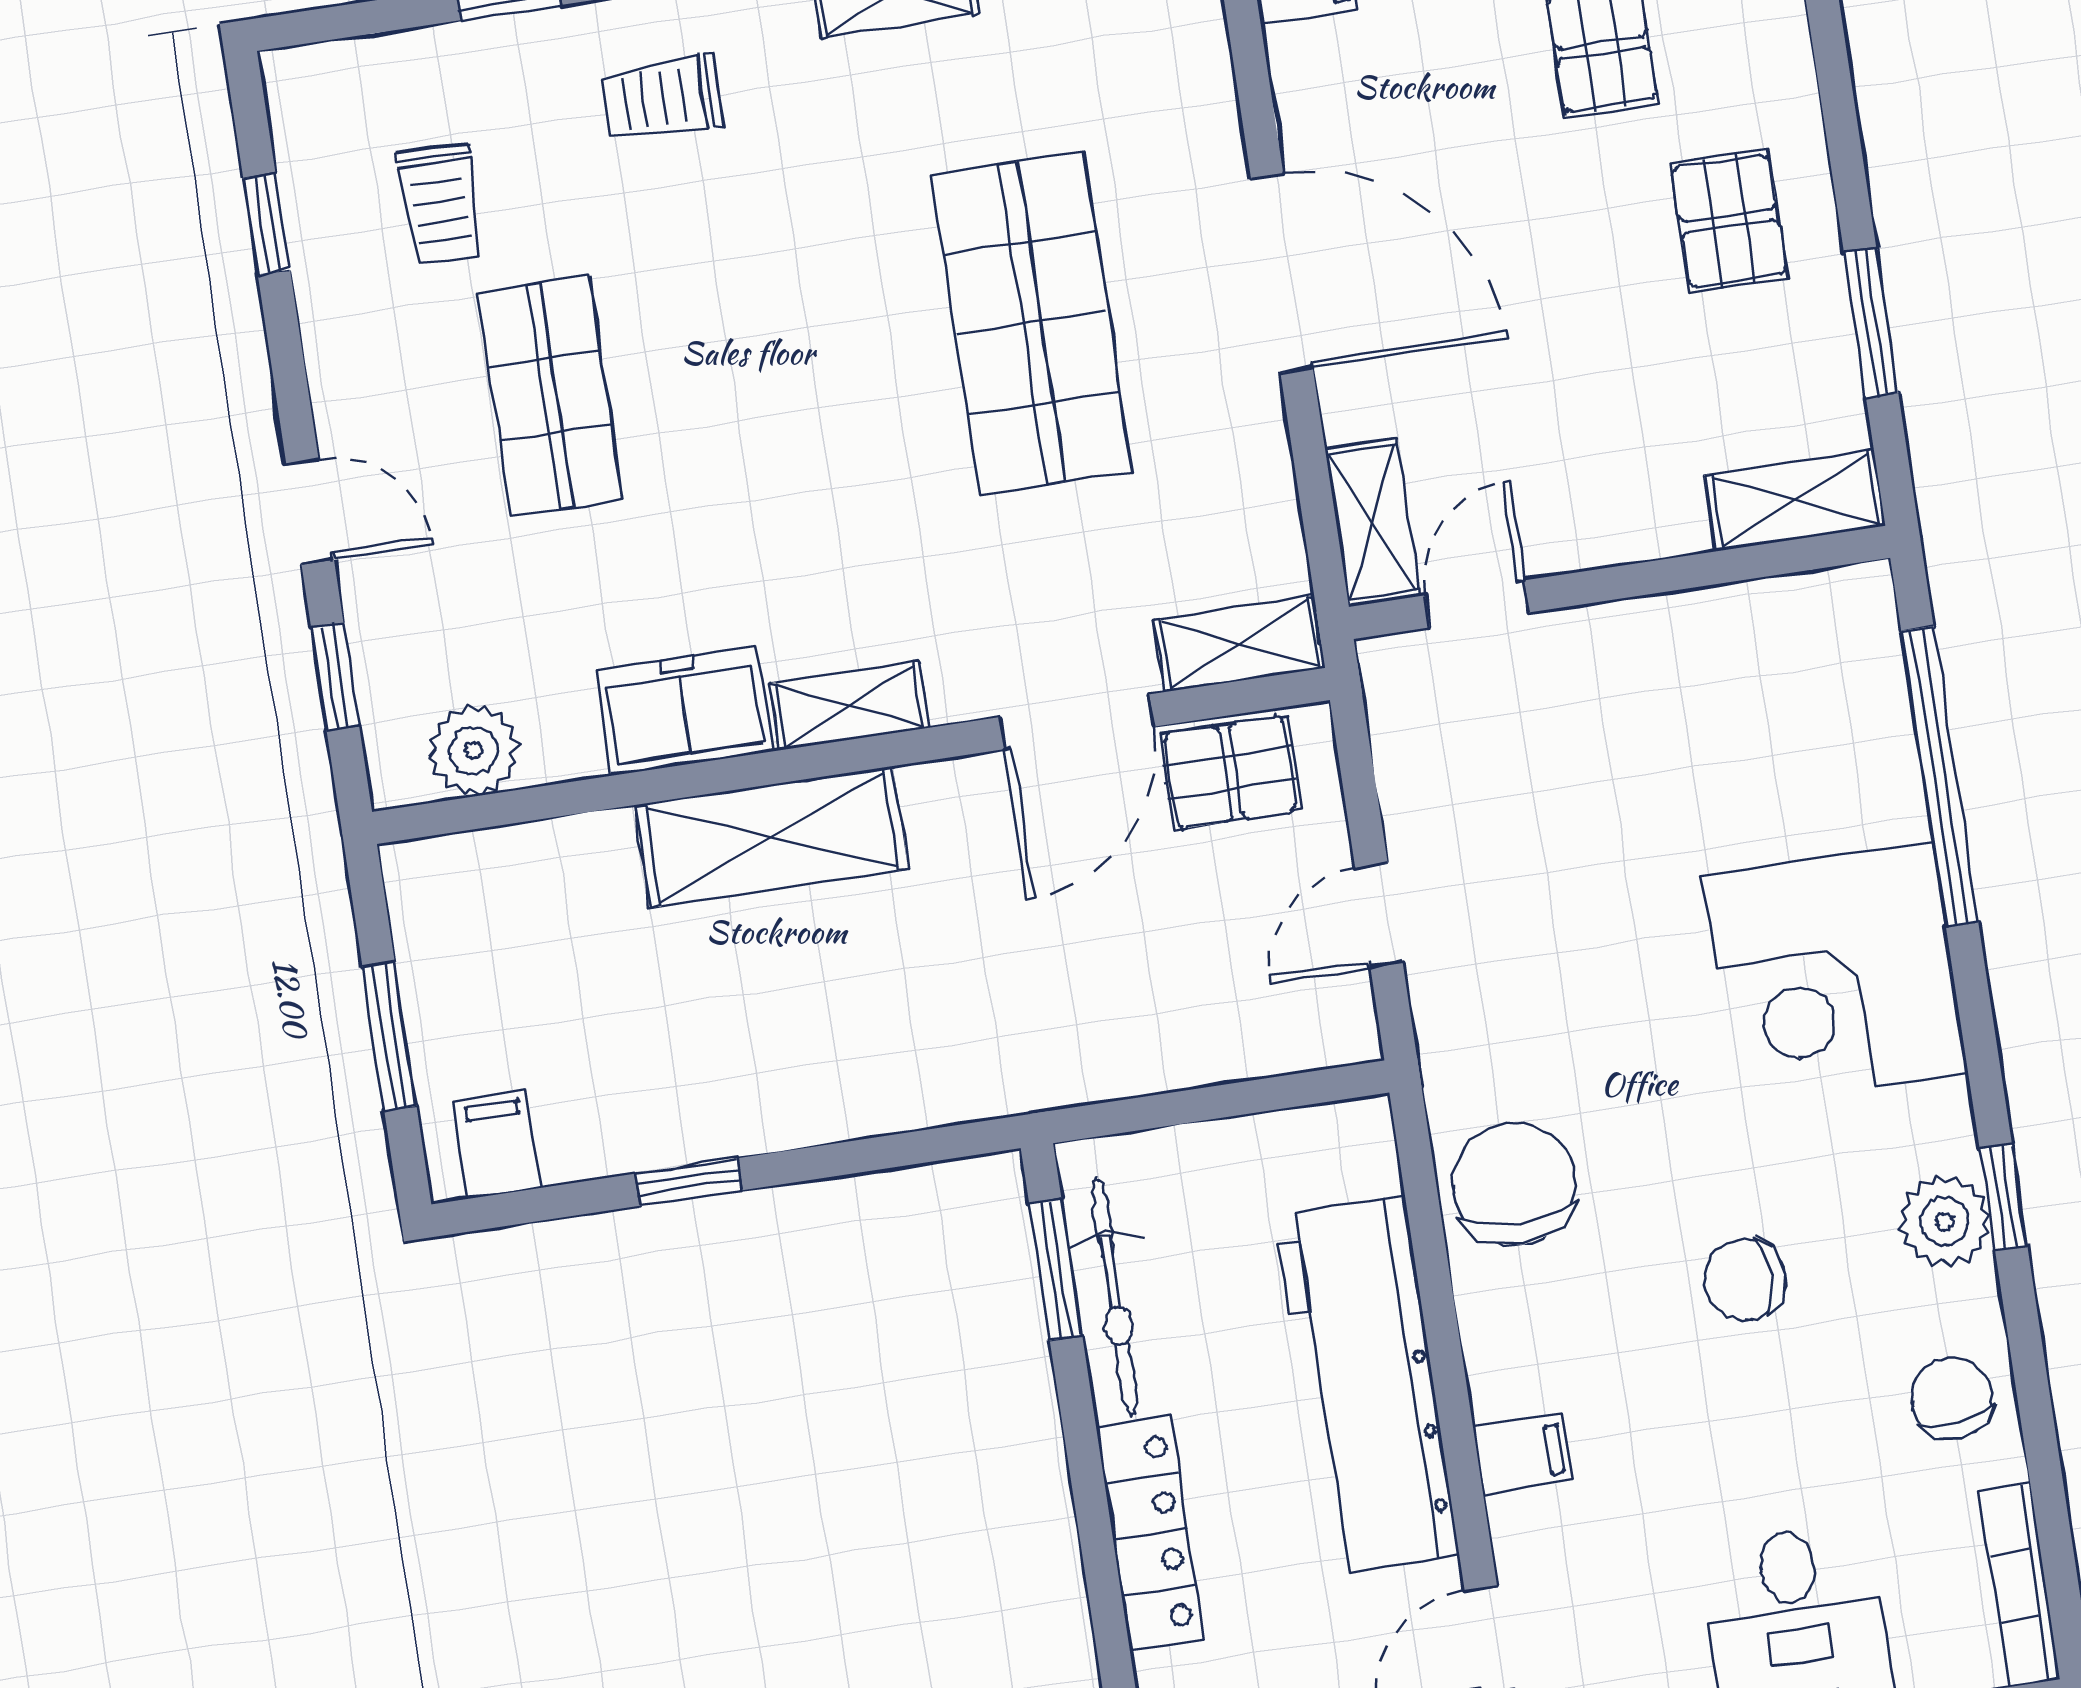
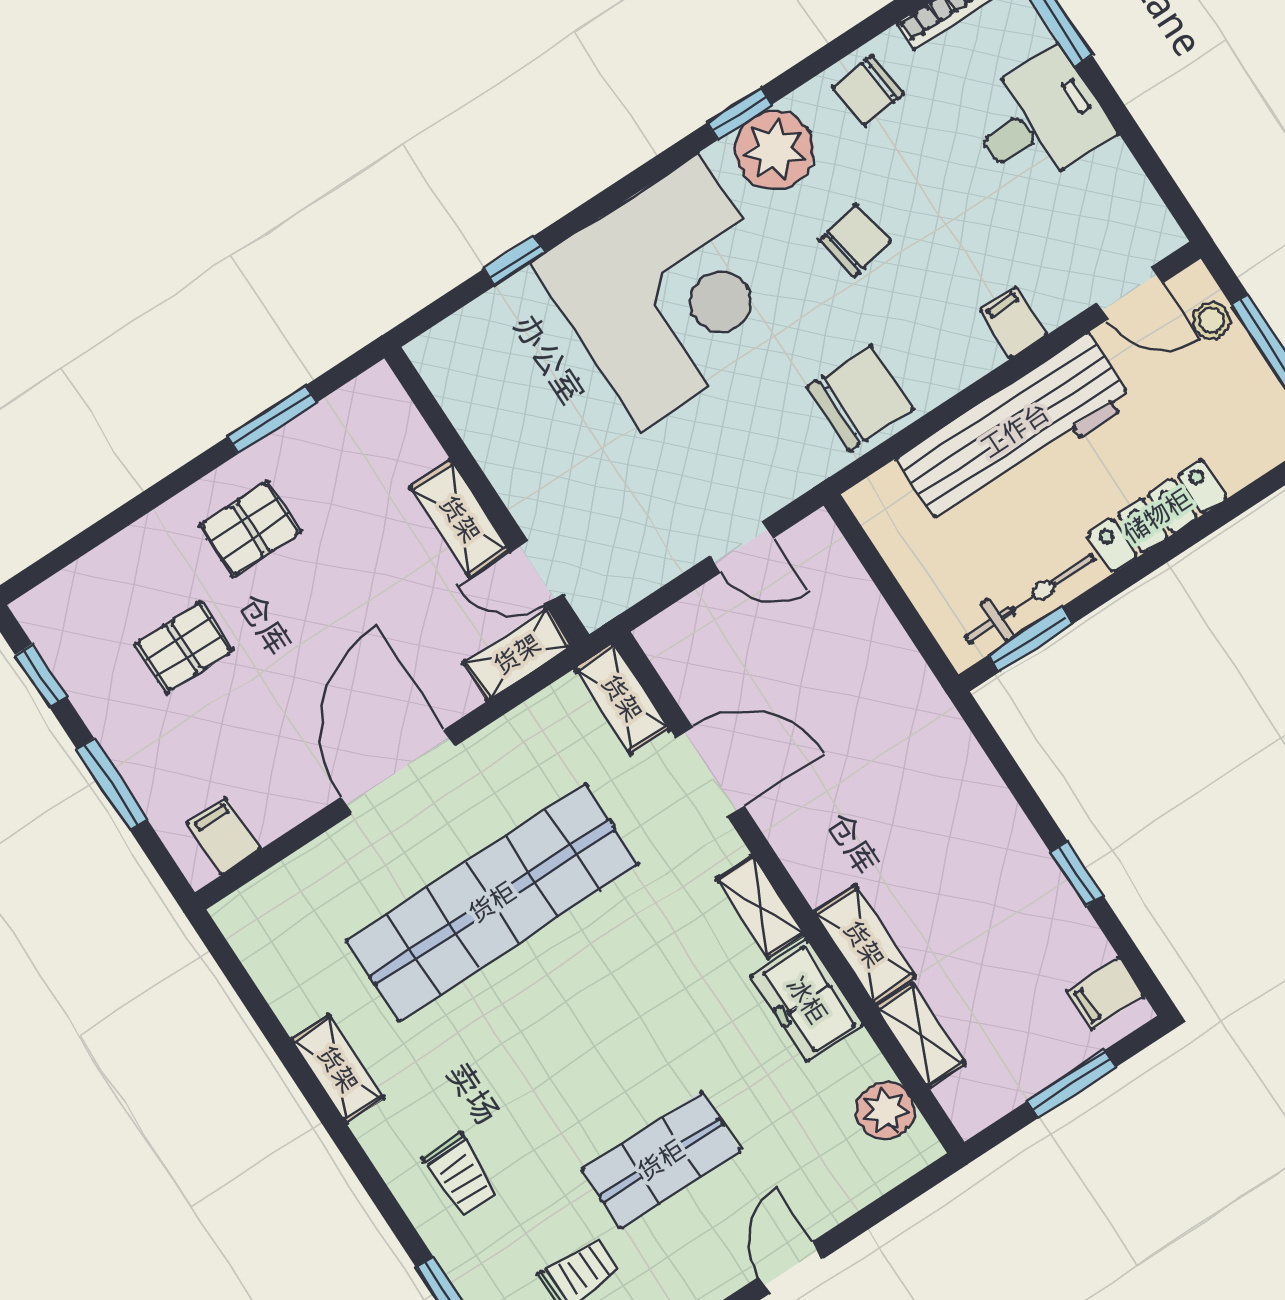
shop shelf: (1032, 323) -> (492, 902), width x1.40
shelving: (1795, 500) -> (460, 519), moved
window: (335, 677) -> (879, 1210), removed
pallet: (1230, 772) -> (698, 670), removed
window: (1940, 777) -> (514, 261), width x0.32
shelving: (772, 837) -> (864, 944), width x0.67, depth x0.75
shelving: (559, 851) -> (921, 1035), added
corner desk: (1835, 975) -> (670, 292), width x1.36, depth x1.36
chair: (1515, 1184) -> (860, 398), turned 180
plant: (1945, 1221) -> (774, 150), width x1.36, depth x1.36
chair: (1745, 1279) -> (855, 241), turned -101

